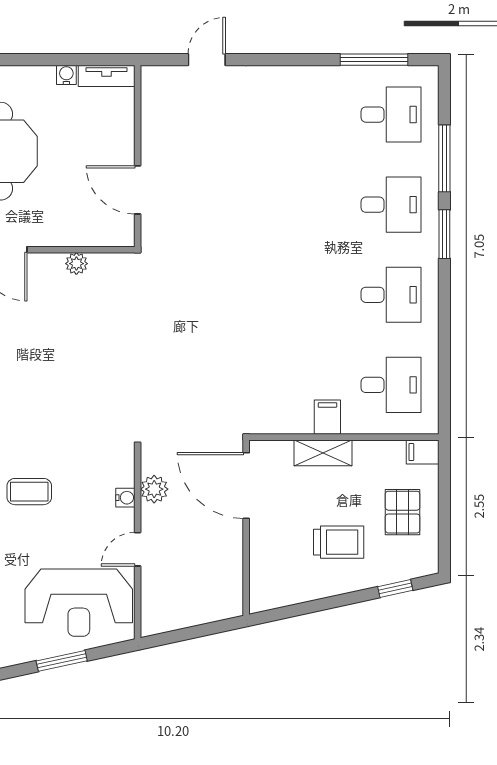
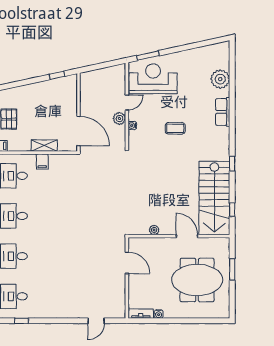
window: (374, 60) -> (22, 321), width x0.46
plant: (154, 489) -> (119, 118), moved
trolley: (339, 542) -> (37, 106), removed
window: (395, 588) -> (57, 75), moved
window: (62, 661) -> (148, 56), moved

